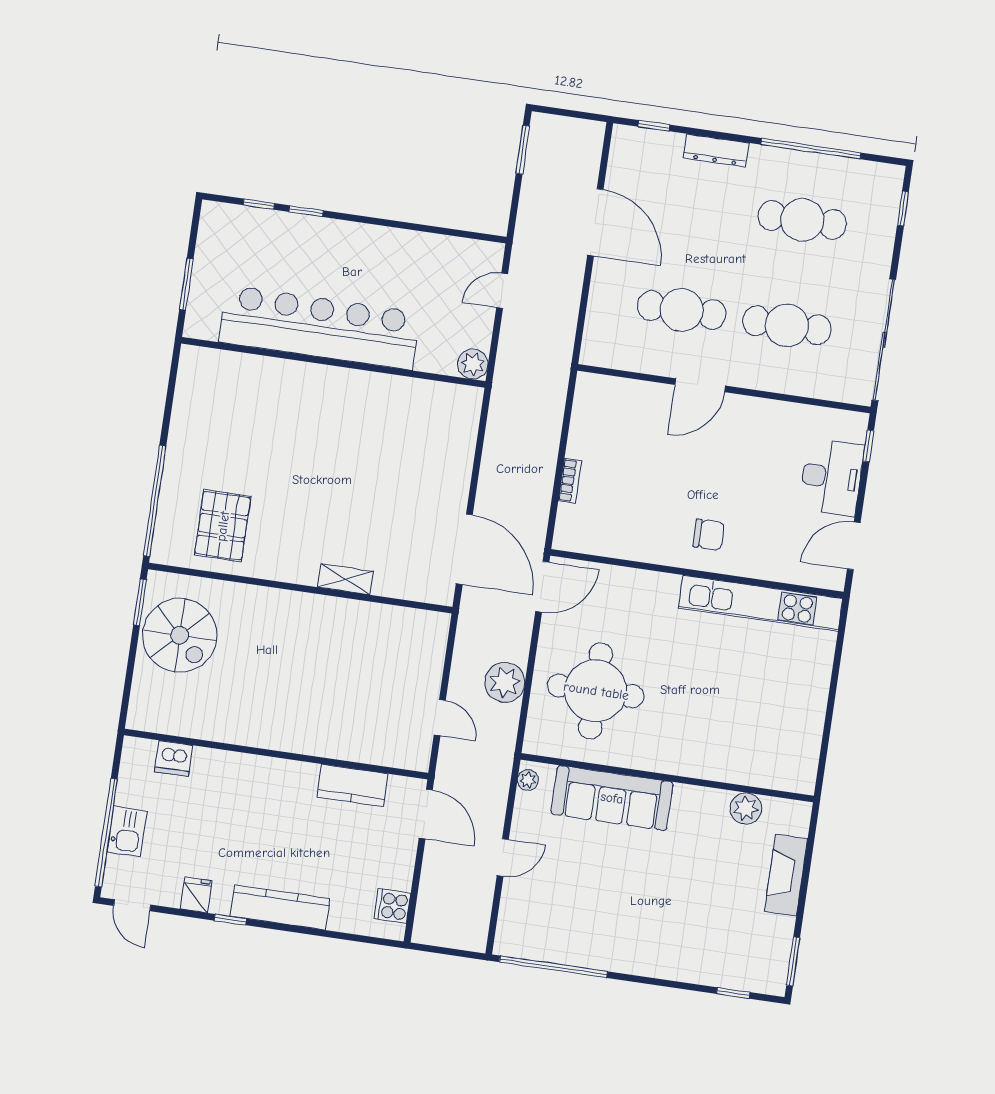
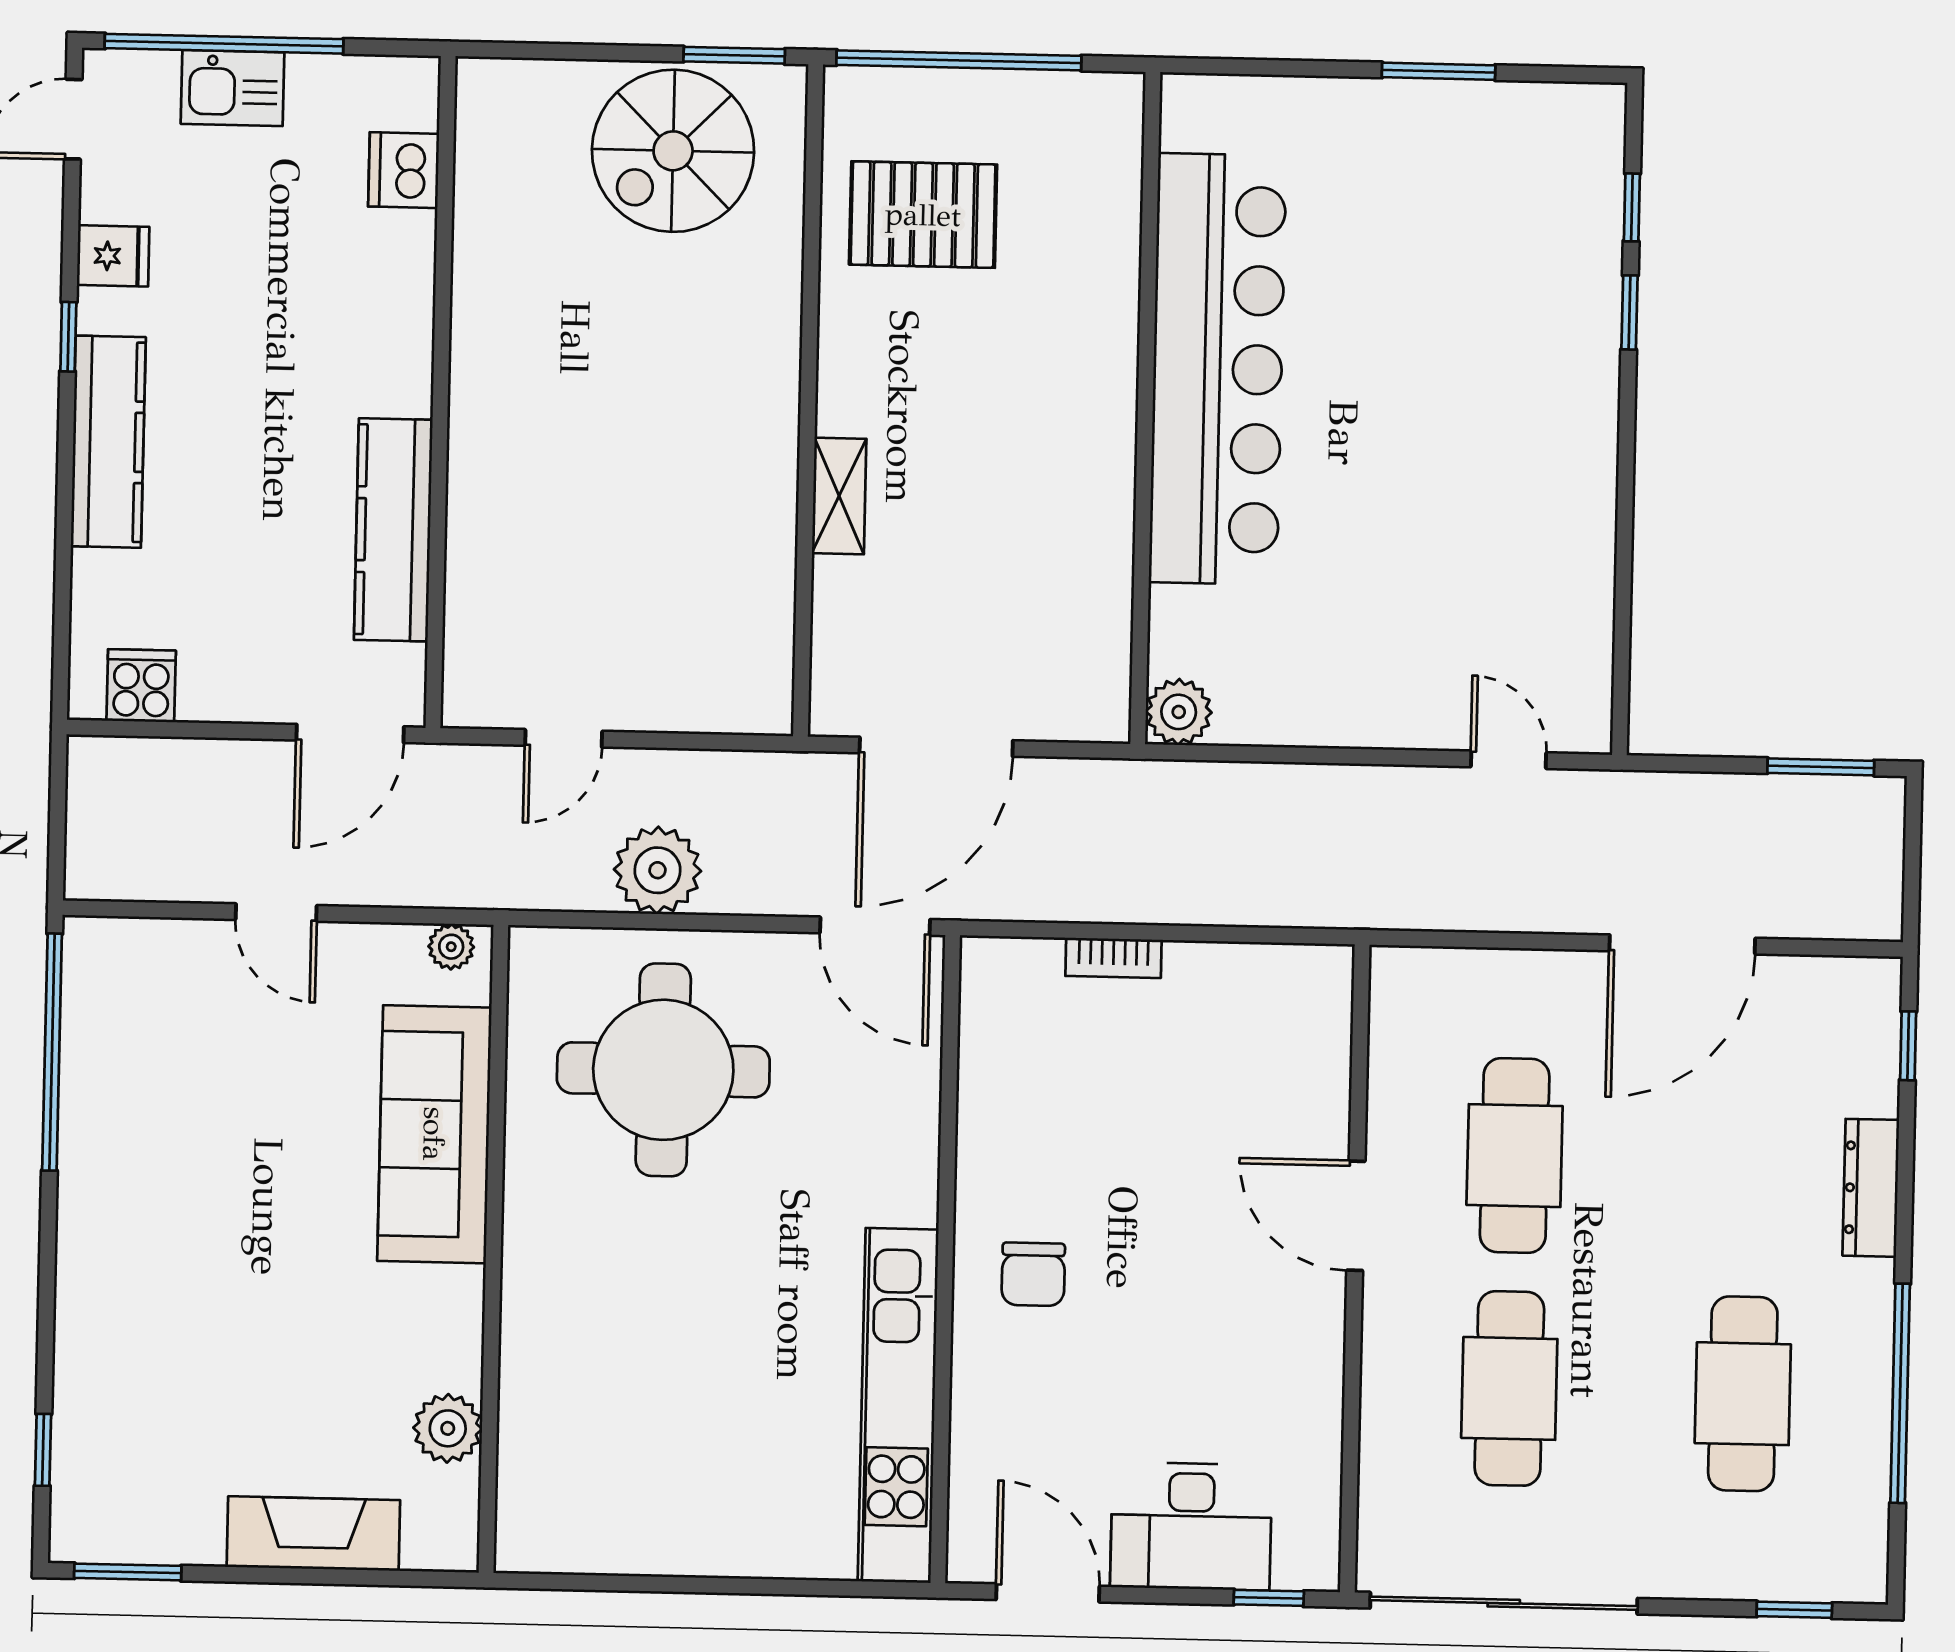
bar counter: (320, 327) -> (1218, 369), moved
wall: (333, 362) -> (1145, 408), moved
plant: (473, 364) -> (1179, 712), moved
kitchen counter: (353, 786) -> (393, 530), width x1.50

